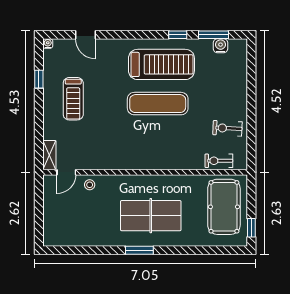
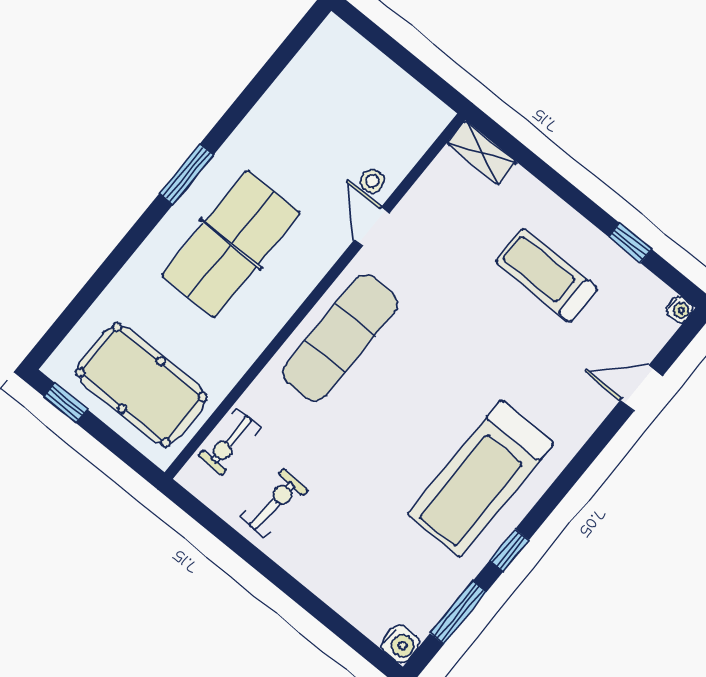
water cooler: (221, 46) -> (401, 644), moved
exercise mat: (158, 104) -> (340, 338), moved
exercise bike: (219, 161) -> (230, 442), turned 180
door: (66, 172) -> (372, 227), moved

